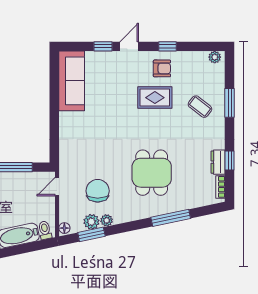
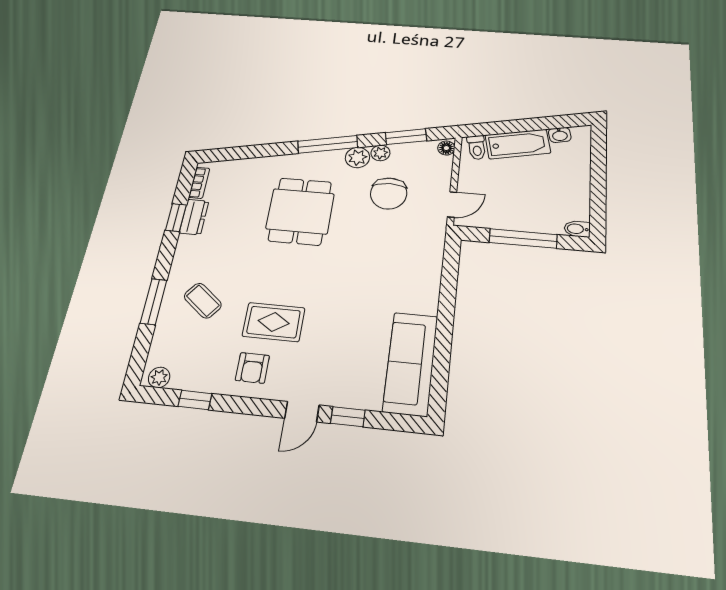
window: (168, 46) -> (195, 400), moved
armchair: (162, 68) -> (252, 368), turned -90
window: (171, 218) -> (328, 144), moved
plant: (91, 222) -> (357, 157), moved

